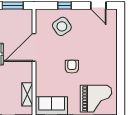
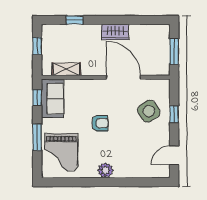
plant: (111, 62) -> (105, 170), added

